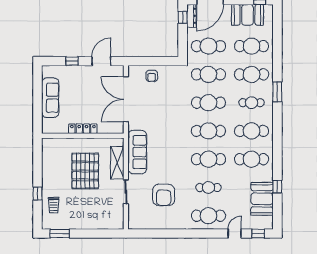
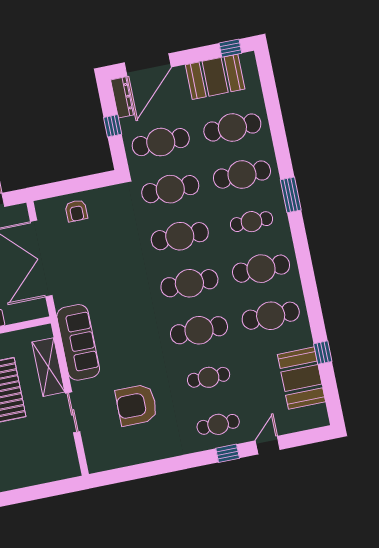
window: (183, 17) -> (113, 126), moved
armchair: (164, 195) -> (136, 405), turned 90
cafe table: (208, 216) -> (218, 424), width x0.73, depth x0.74
window: (258, 234) -> (228, 453), moved

